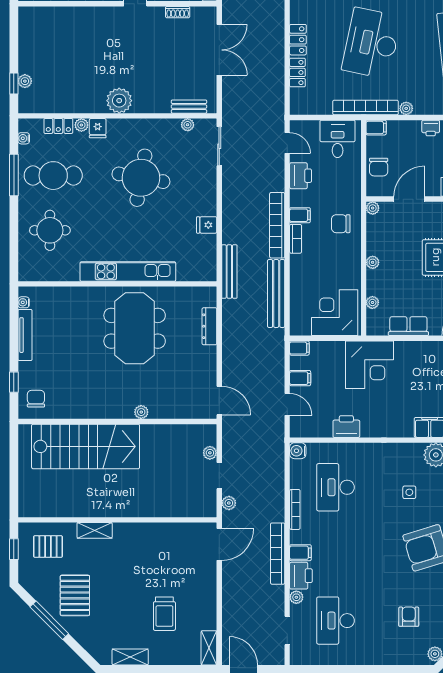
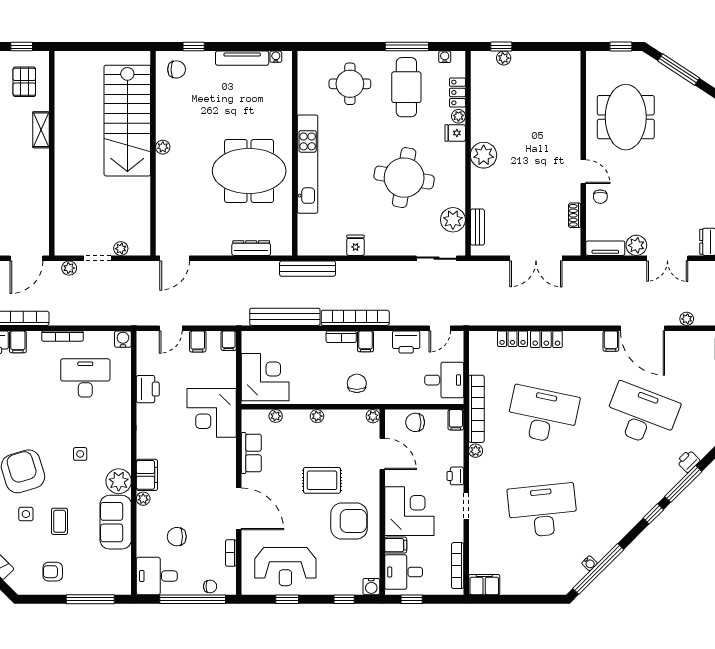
plant: (188, 125) -> (453, 220), width x1.88, depth x1.88
plant: (141, 412) -> (163, 147), moved
door: (219, 544) -> (26, 258), hinge flipped

